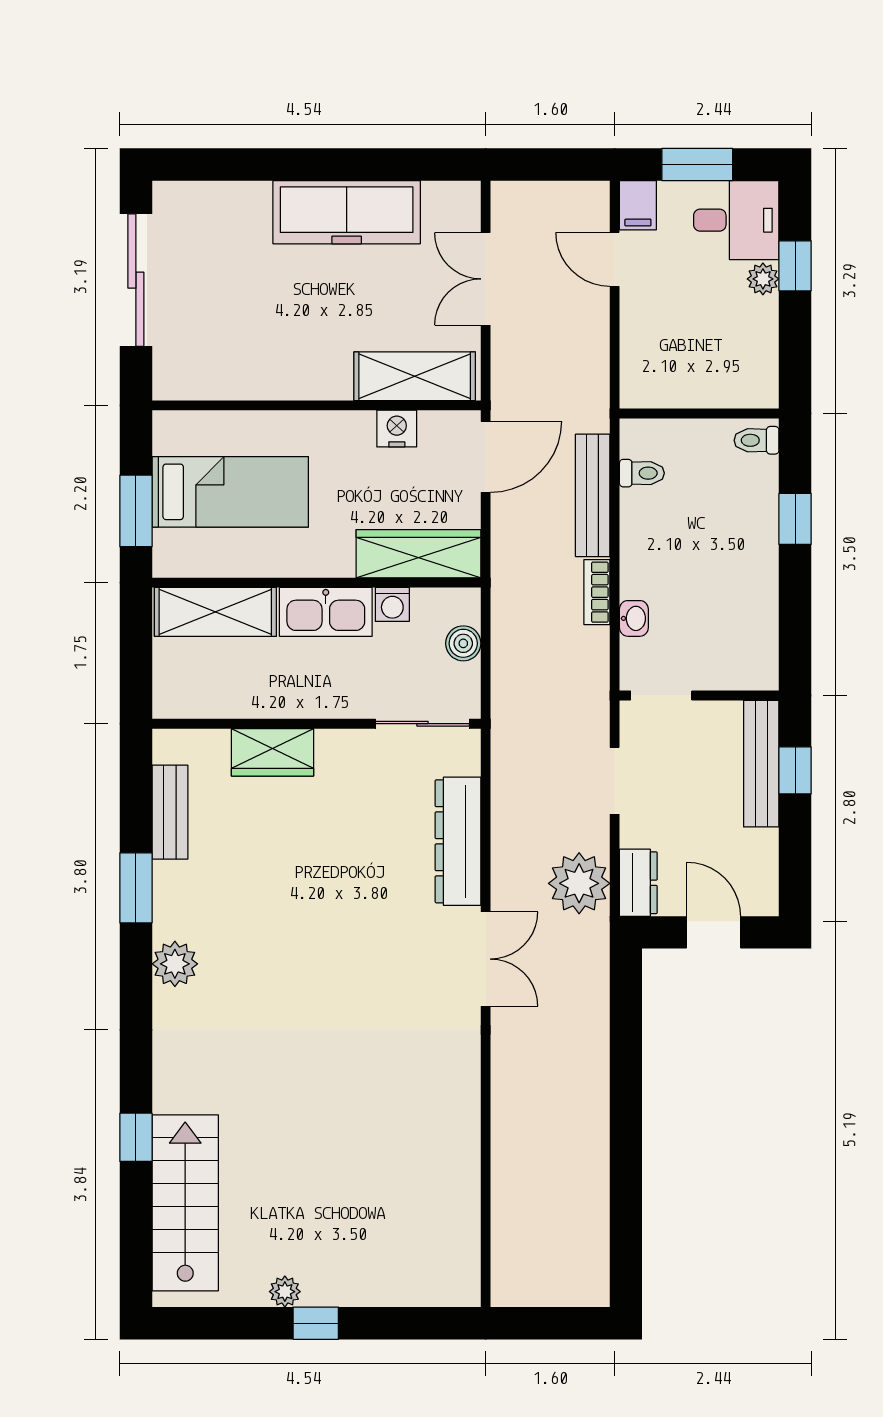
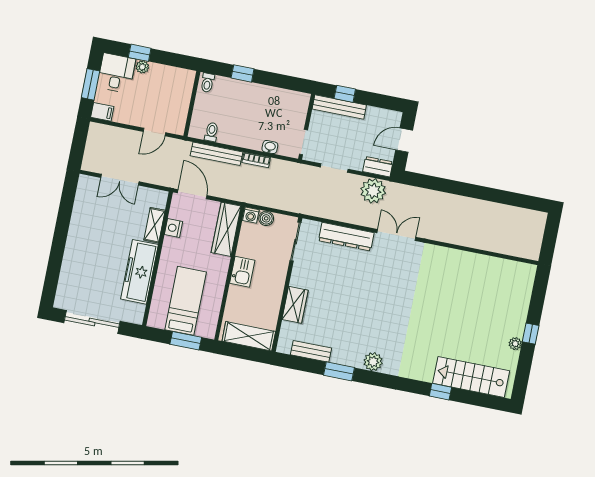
freezer: (347, 212) -> (139, 272), moved, turned 180
door: (615, 259) -> (154, 132), moved
shelving: (415, 376) -> (154, 225), width x0.67, depth x0.75
washing machine: (392, 604) -> (251, 215), moved, turned 90
shelving: (215, 612) -> (249, 336), moved, turned 90
kitchen sink: (326, 612) -> (242, 272), width x0.73

